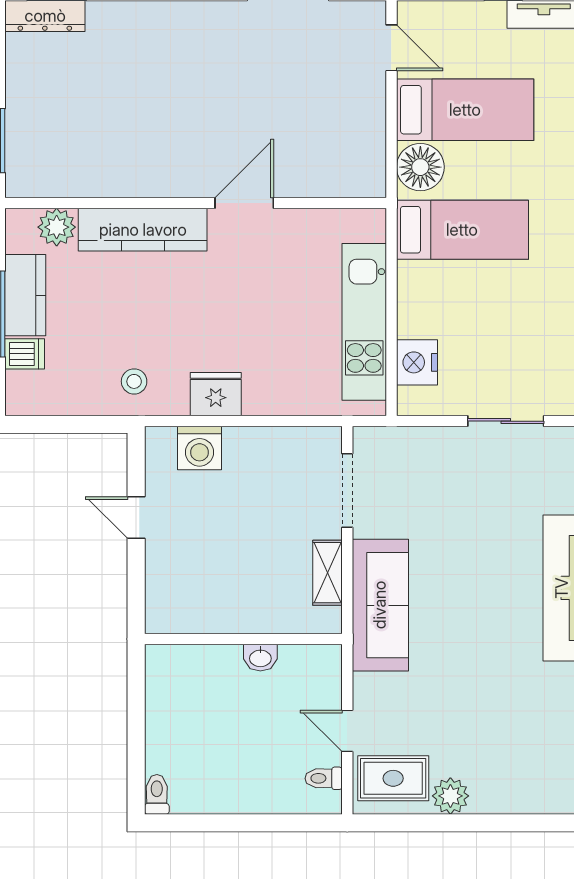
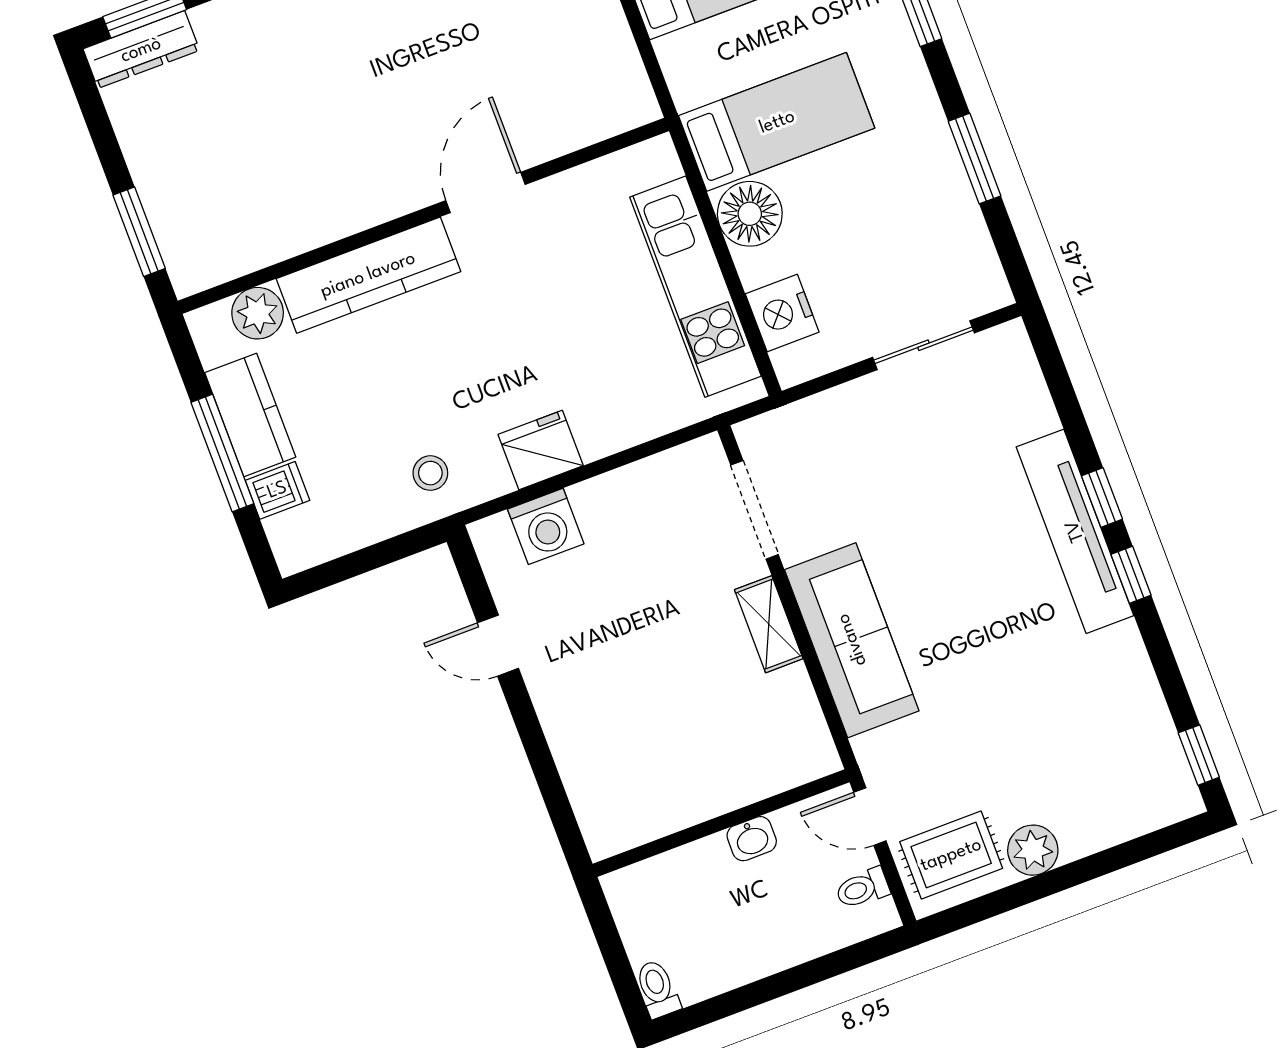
floor lamp: (420, 167) -> (750, 214), moved
wall: (243, 639) -> (721, 823), moved
washbasin: (260, 658) -> (752, 839), moved

